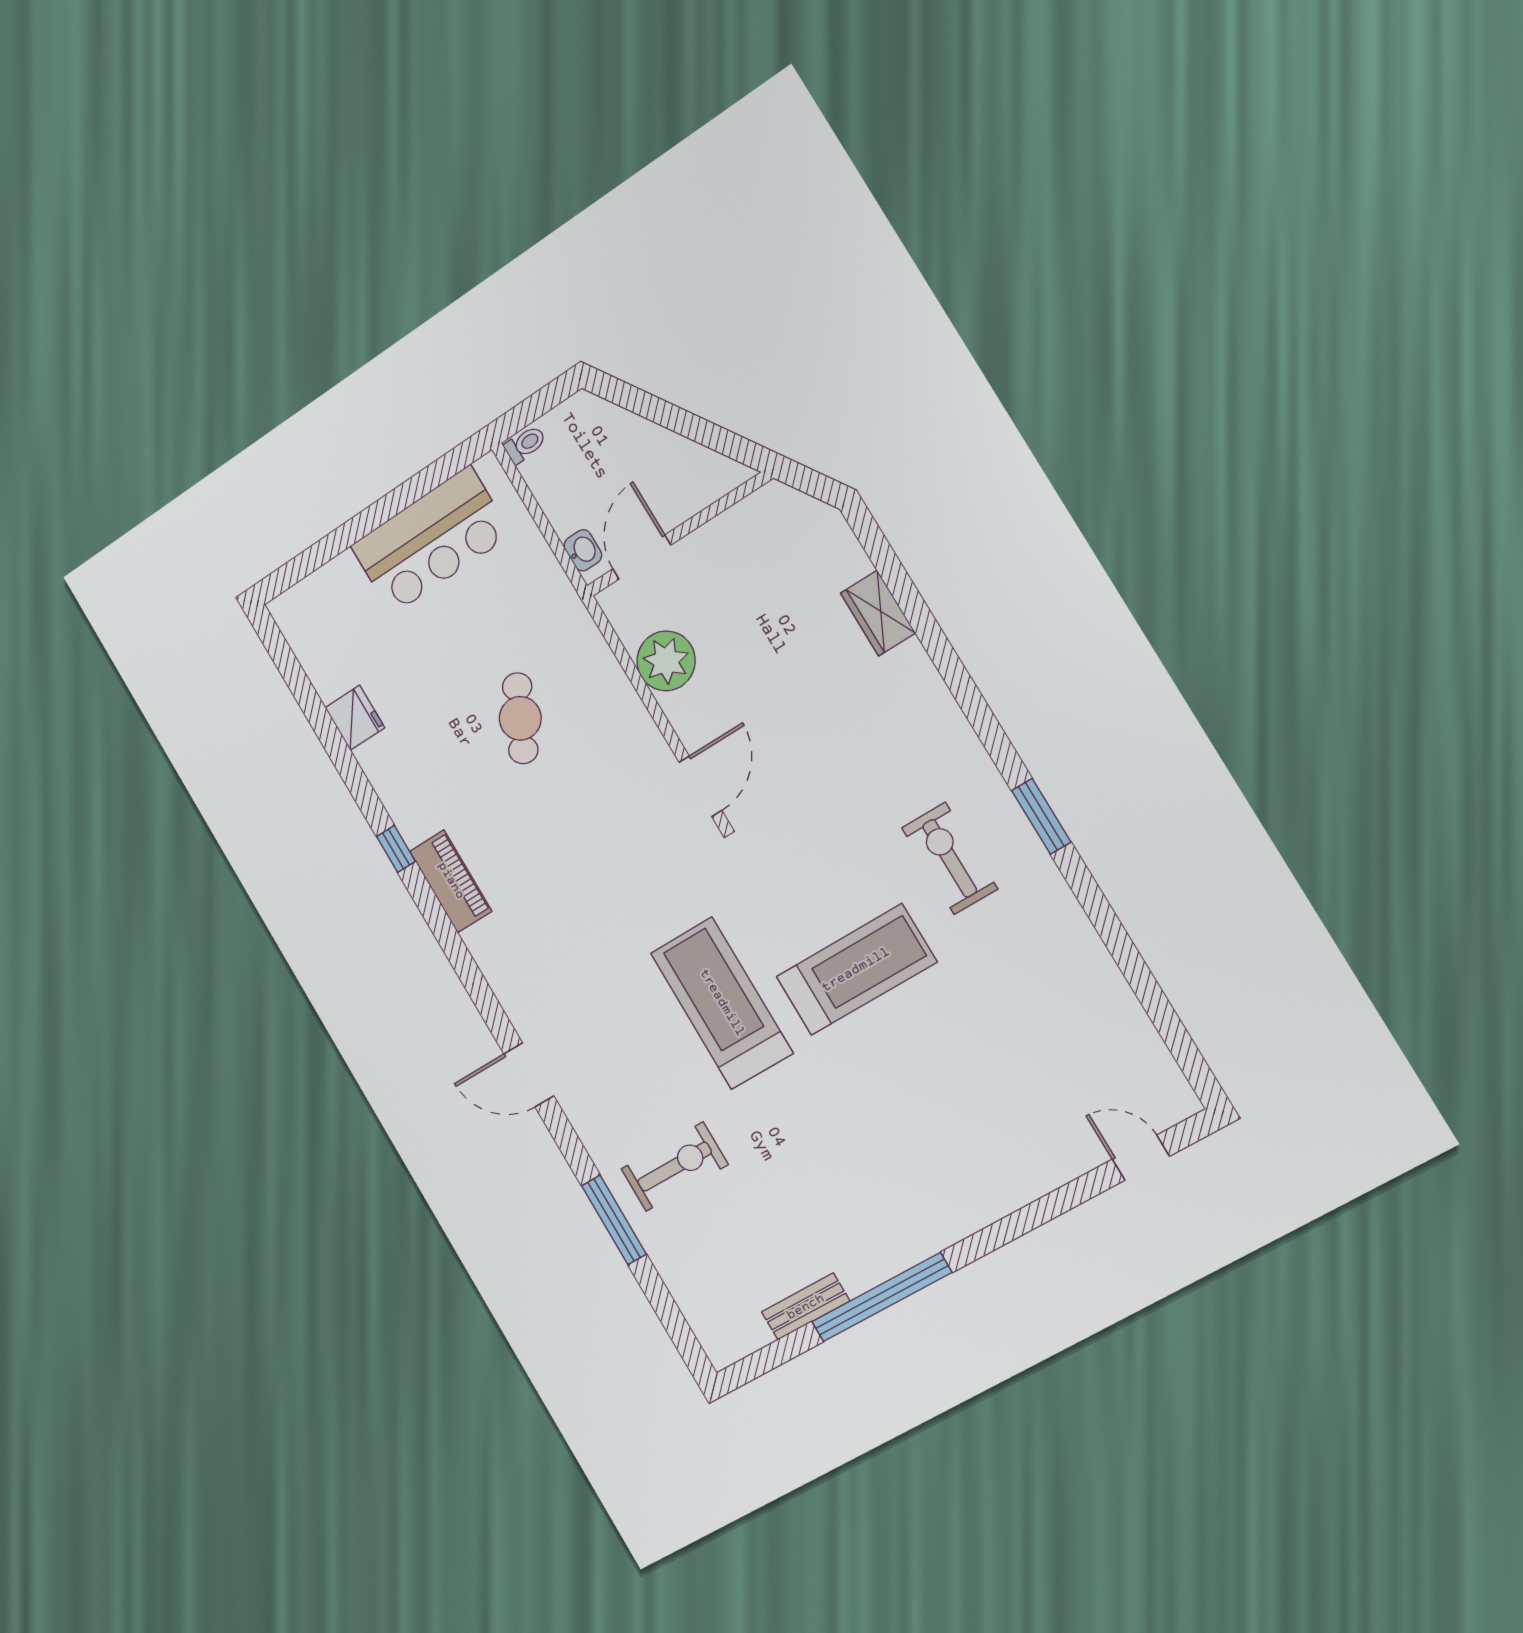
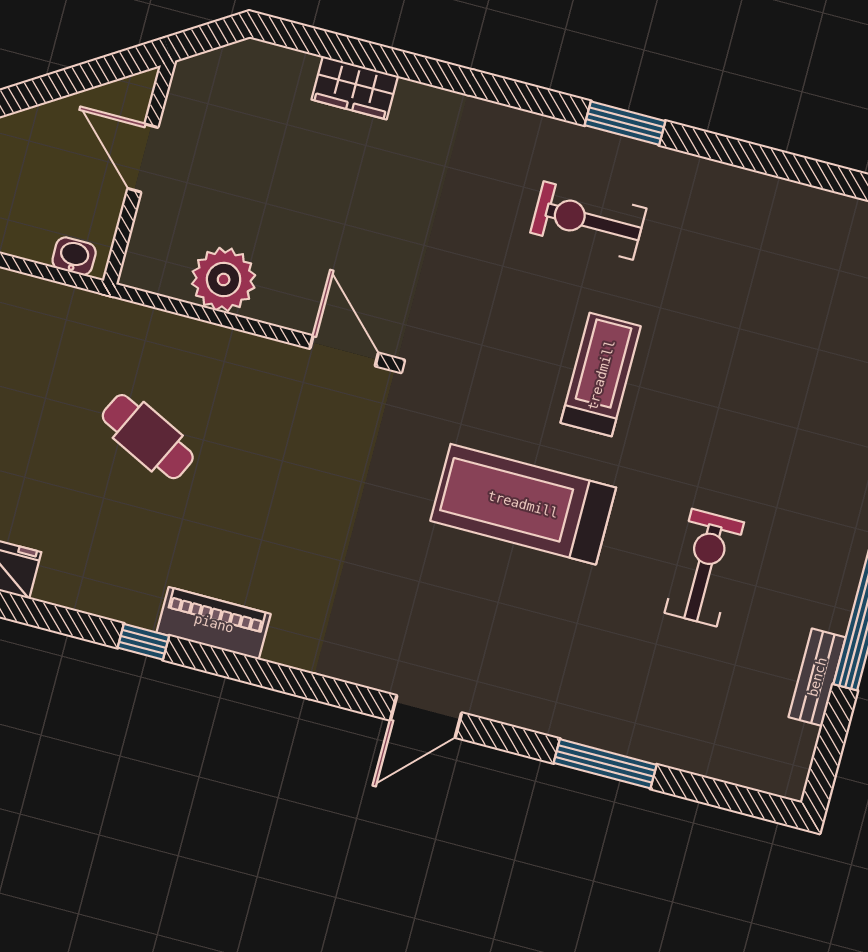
door: (642, 557) -> (143, 158), moved
treadmill: (856, 970) -> (601, 375), width x0.73, depth x0.73
exercise bike: (675, 1167) -> (704, 568), moved

